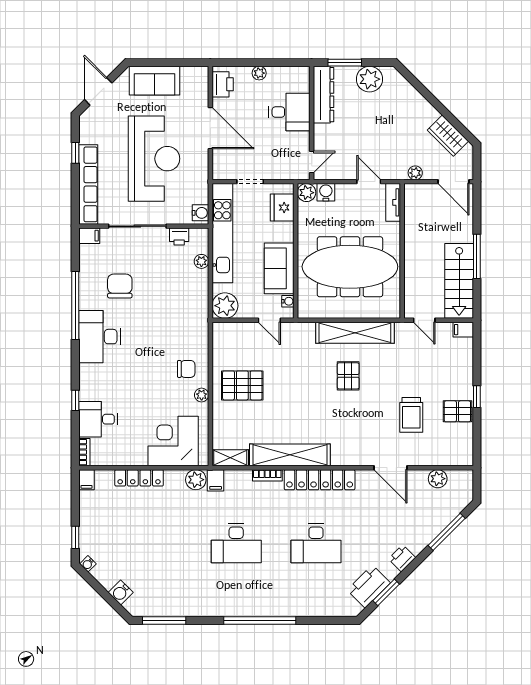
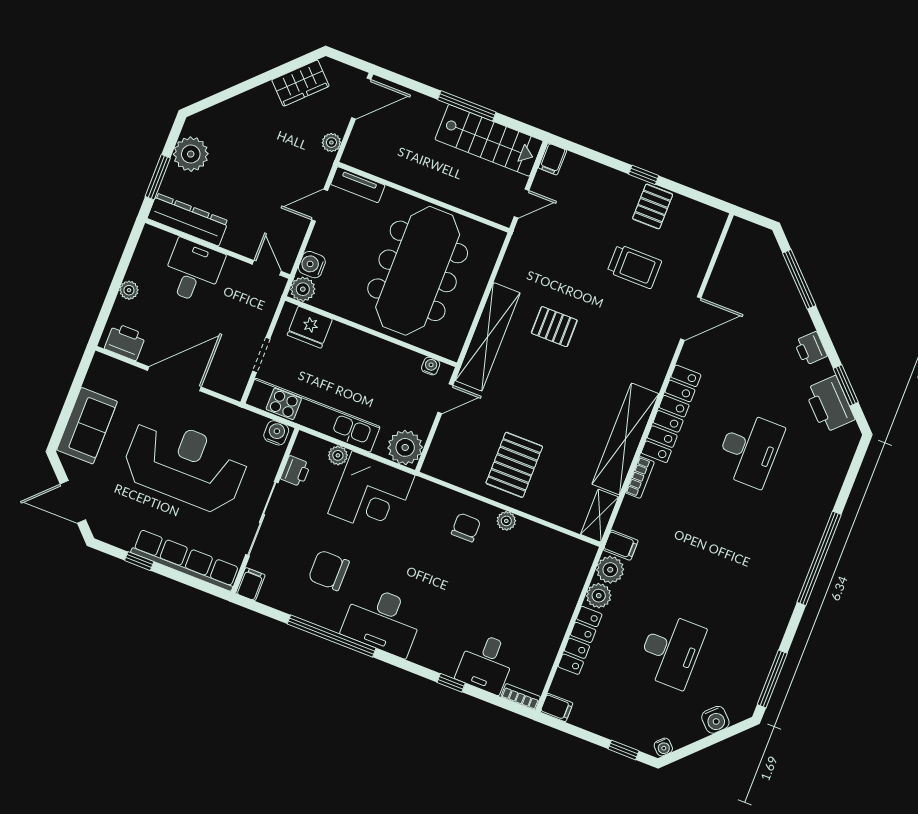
sofa: (279, 268) -> (385, 361), removed
shelving: (355, 333) -> (488, 337), moved
corner desk: (173, 441) -> (371, 494), moved, turned -90
plant: (438, 479) -> (599, 596), moved
desk: (236, 543) -> (671, 651), moved

